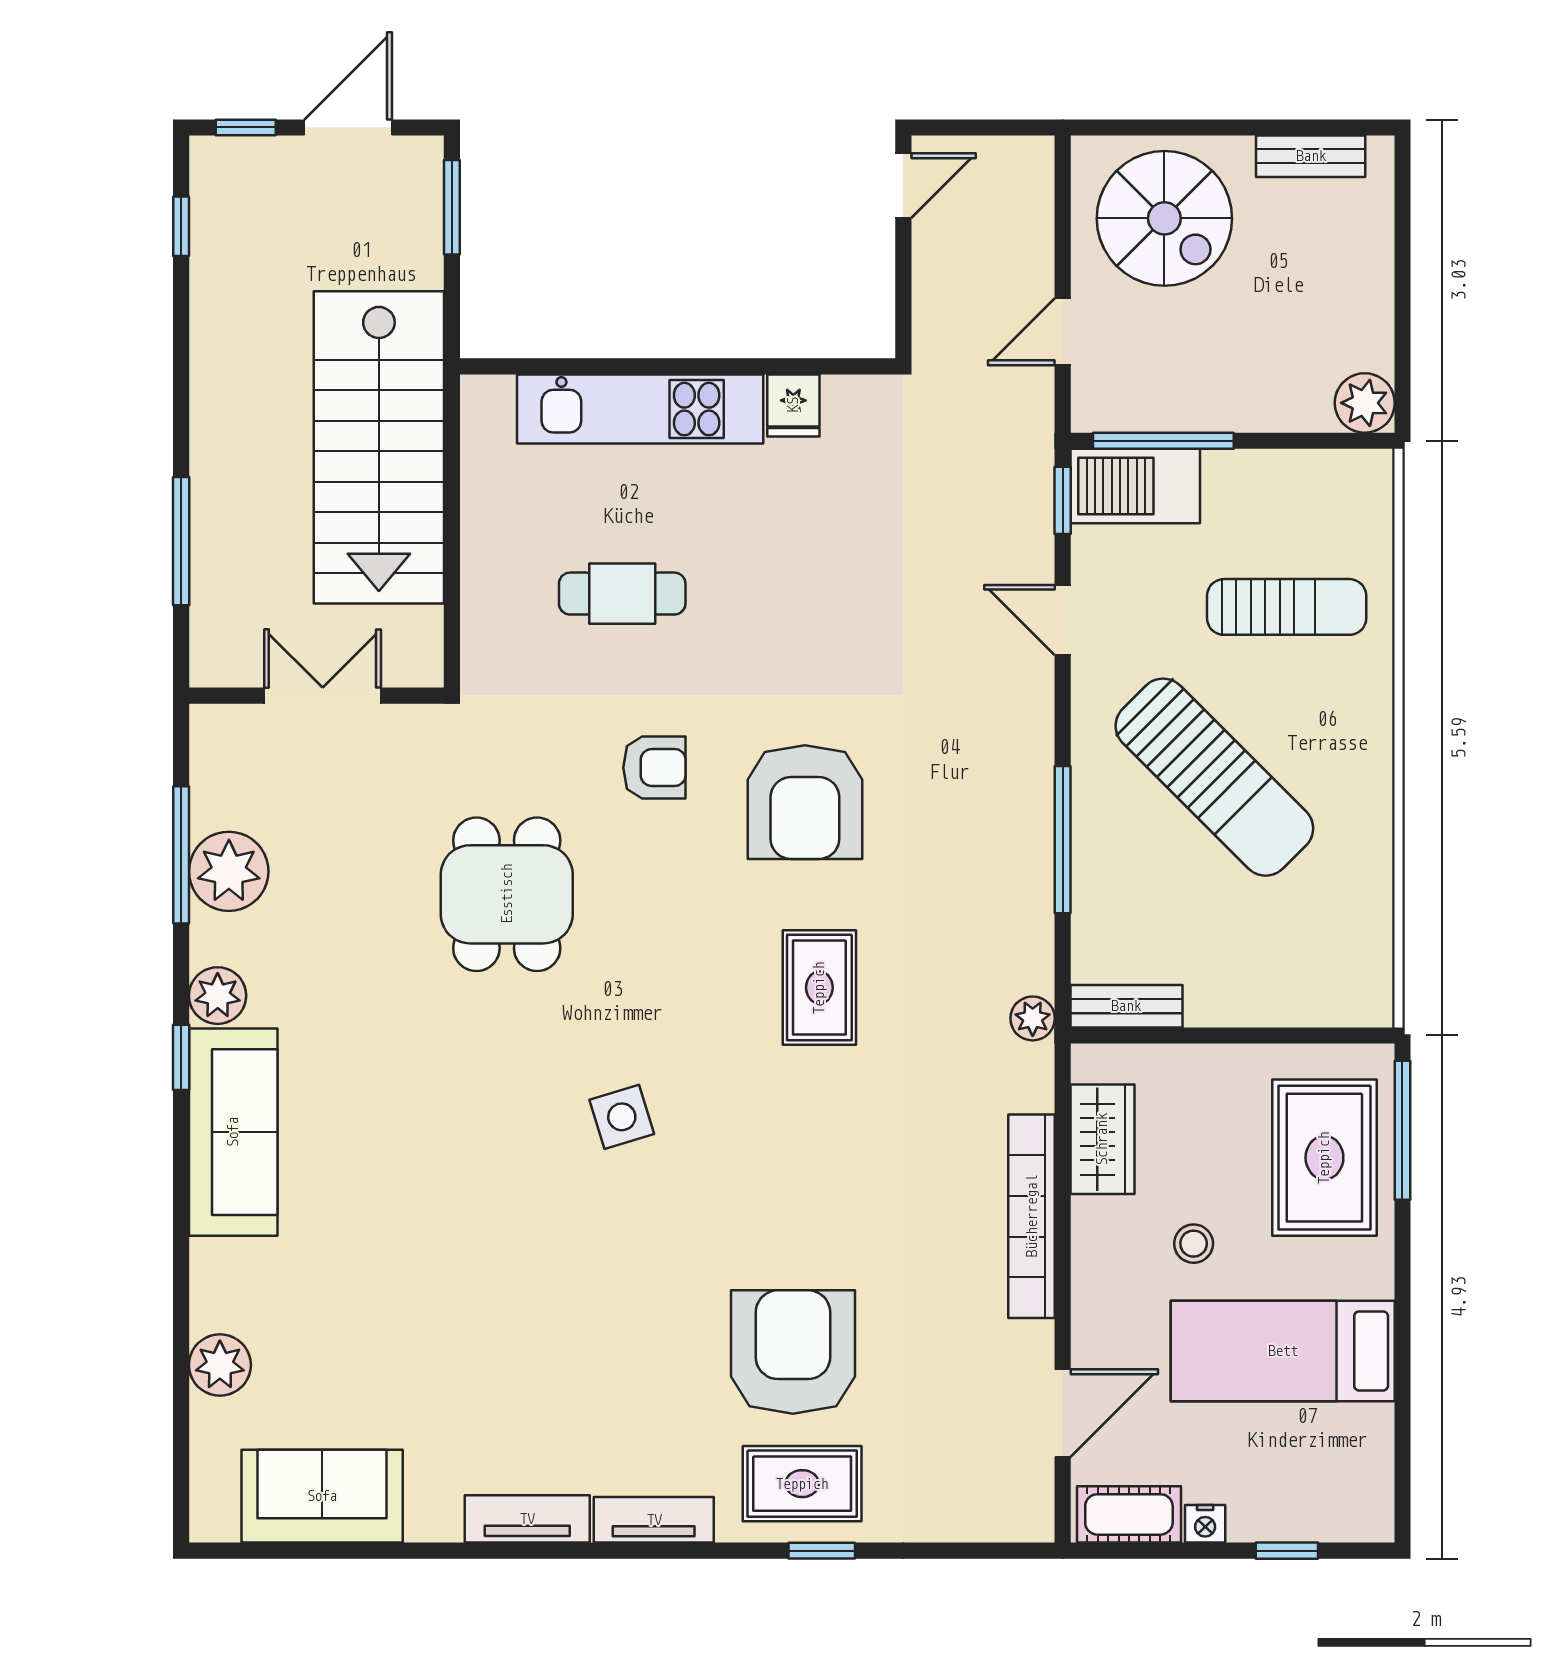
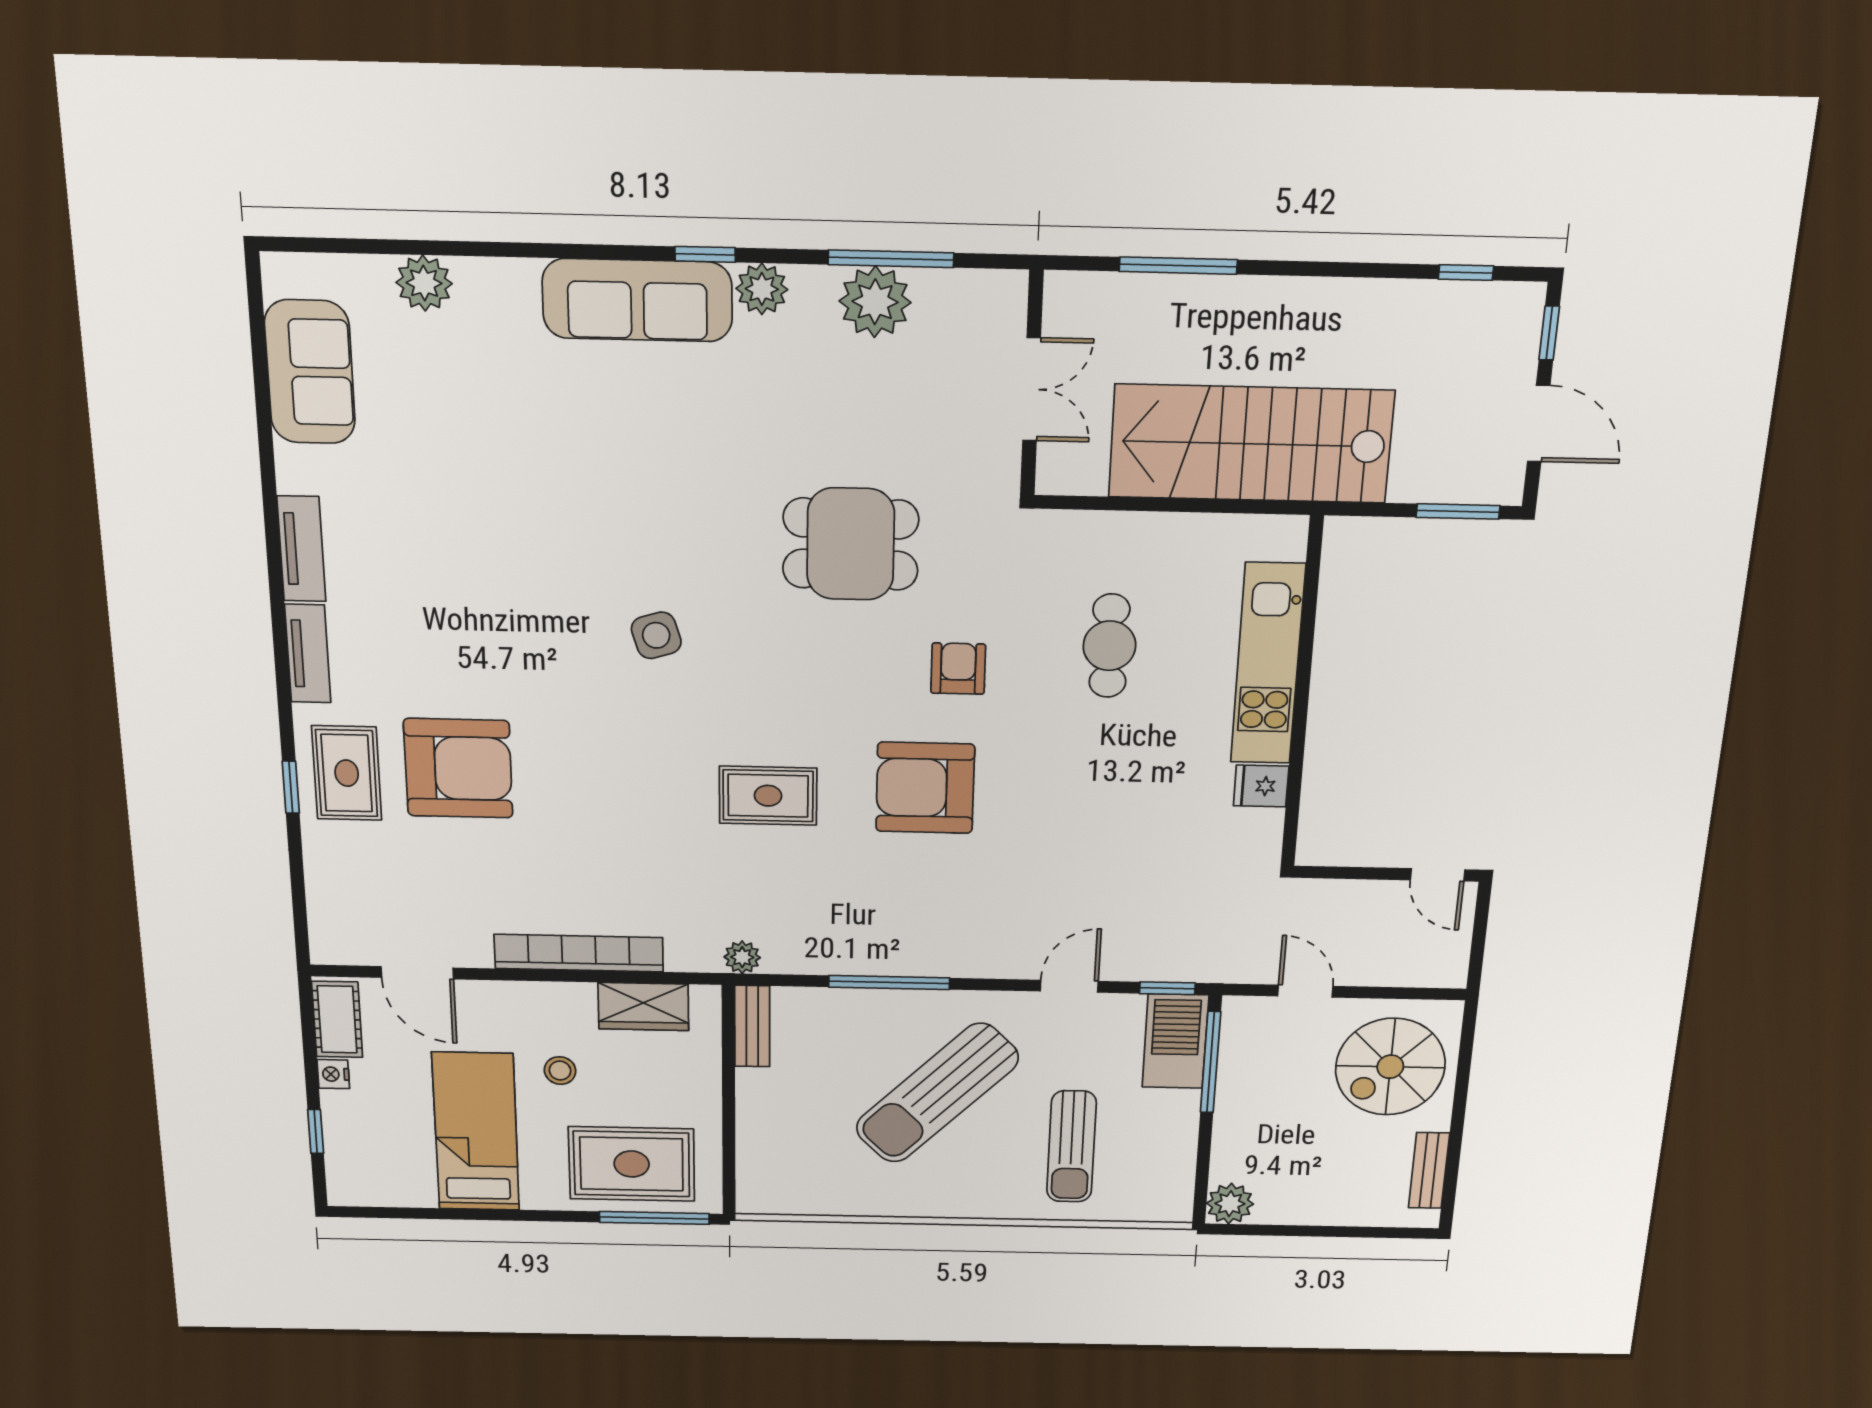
armchair: (654, 768) -> (958, 669), turned 180

